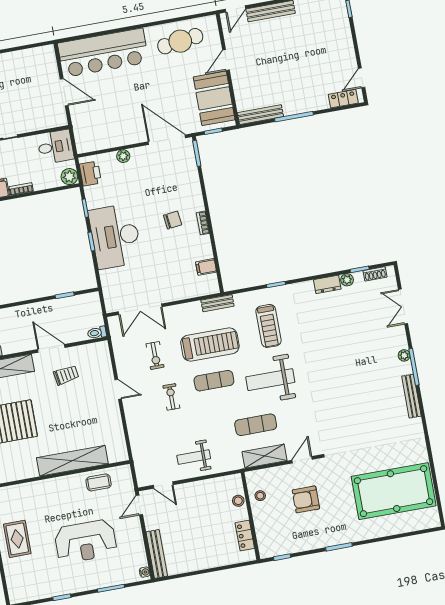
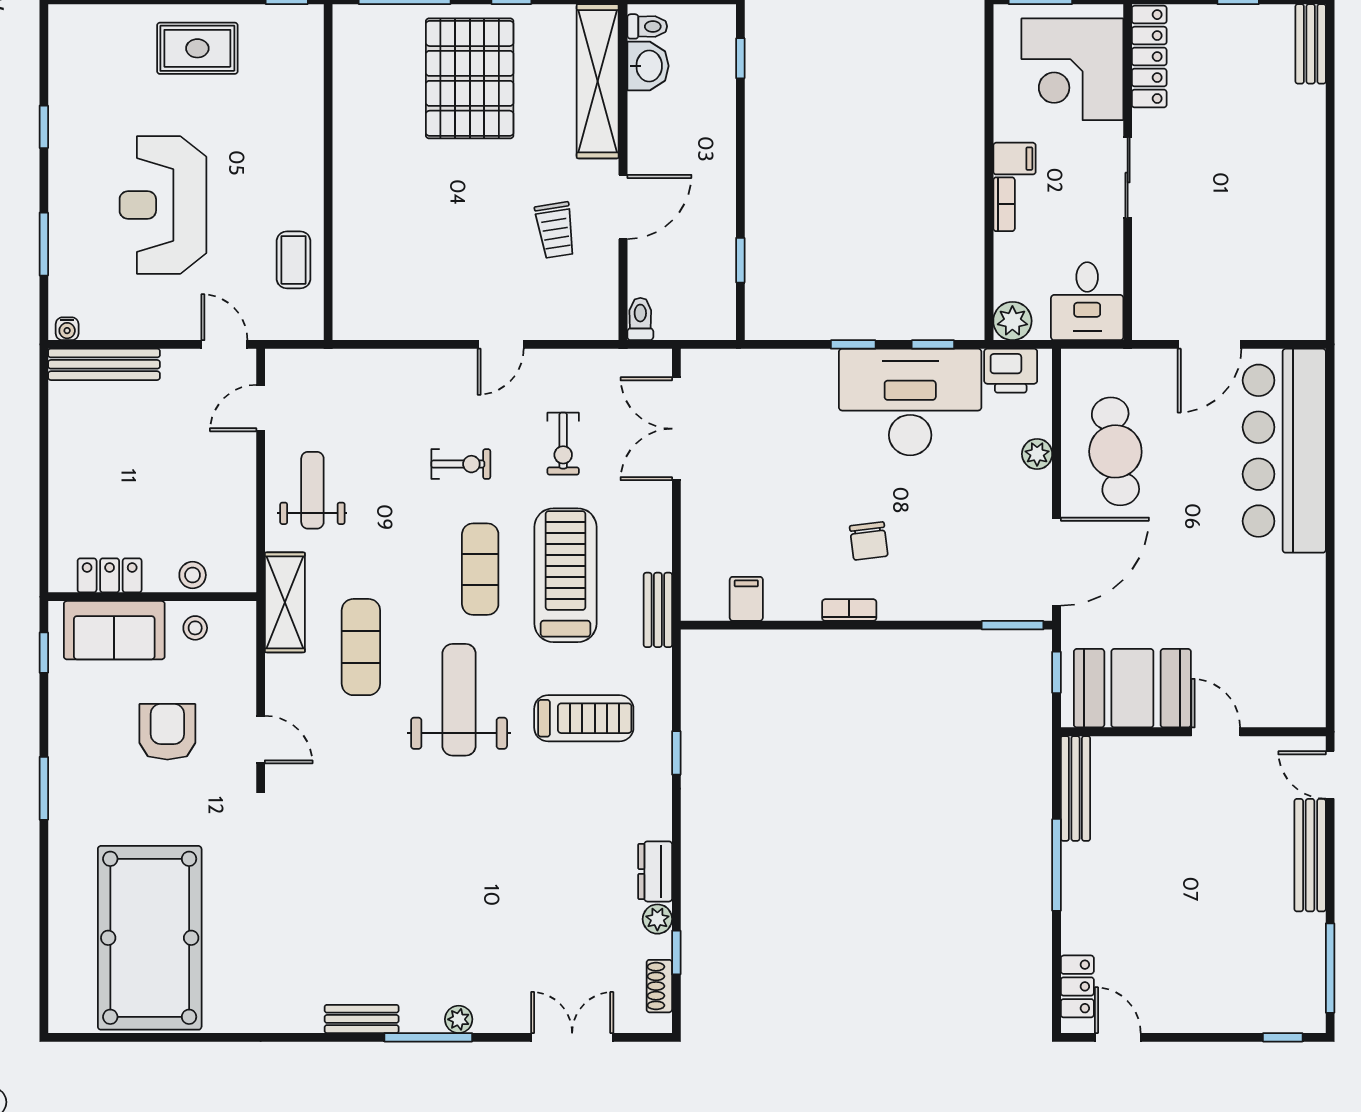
cafe table: (180, 41) -> (1115, 451), moved
desk: (115, 236) -> (910, 402), moved
treadmill: (268, 326) -> (584, 718), turned 180
treadmill: (210, 345) -> (565, 575), turned 180
exercise bike: (155, 355) -> (563, 444), turned -90
bench: (411, 396) -> (362, 1019), width x0.73
shelving: (265, 456) -> (285, 602), moved
shelving: (72, 461) -> (355, 209), removed
sofa: (267, 529) -> (114, 630), added

